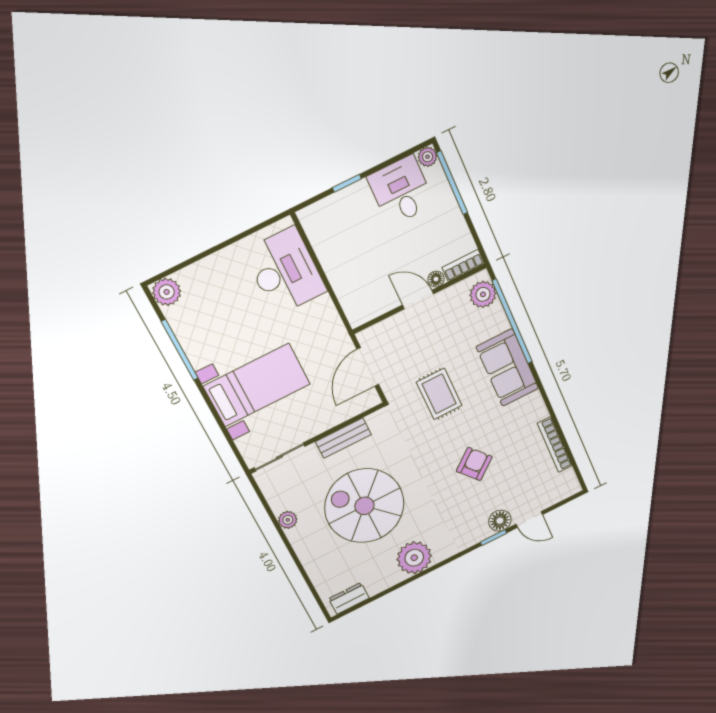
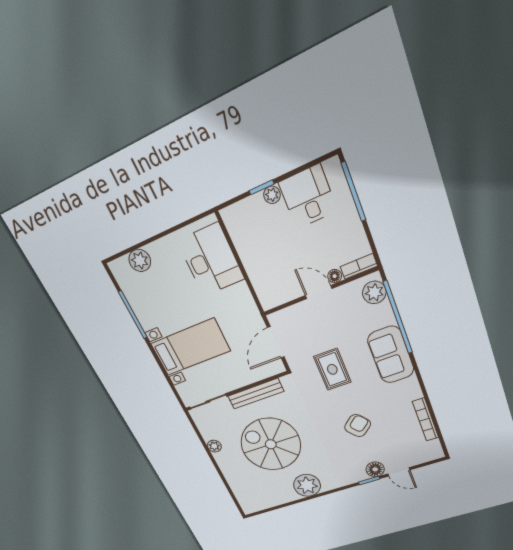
plant: (428, 157) -> (272, 195), moved
plant: (167, 292) -> (140, 260), moved
bench: (343, 438) -> (256, 394), width x1.36
dresser: (349, 598) -> (258, 505), removed

